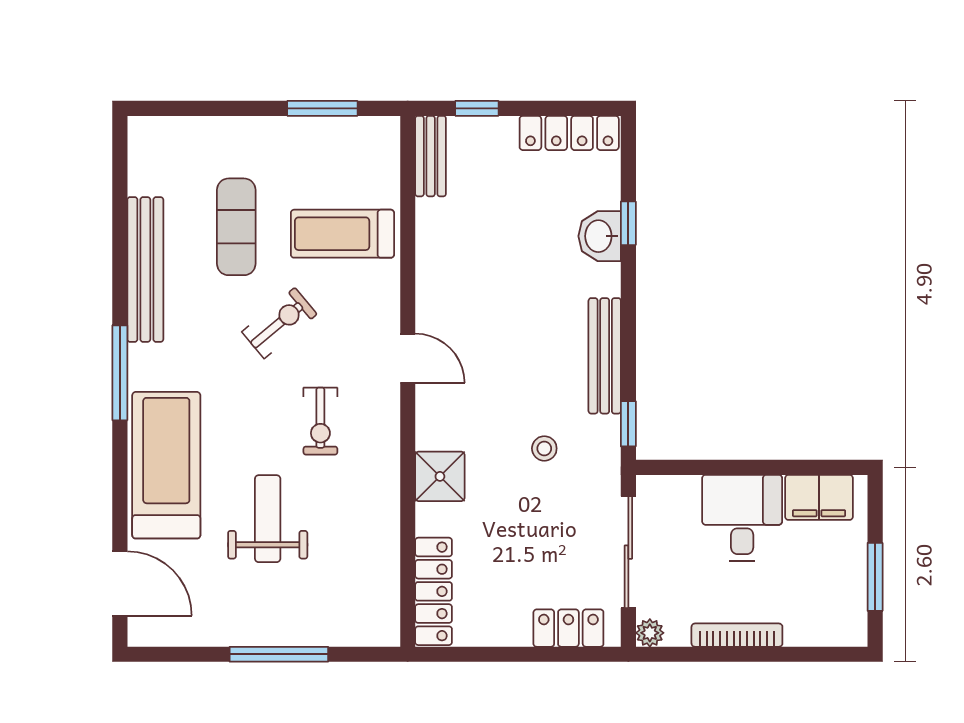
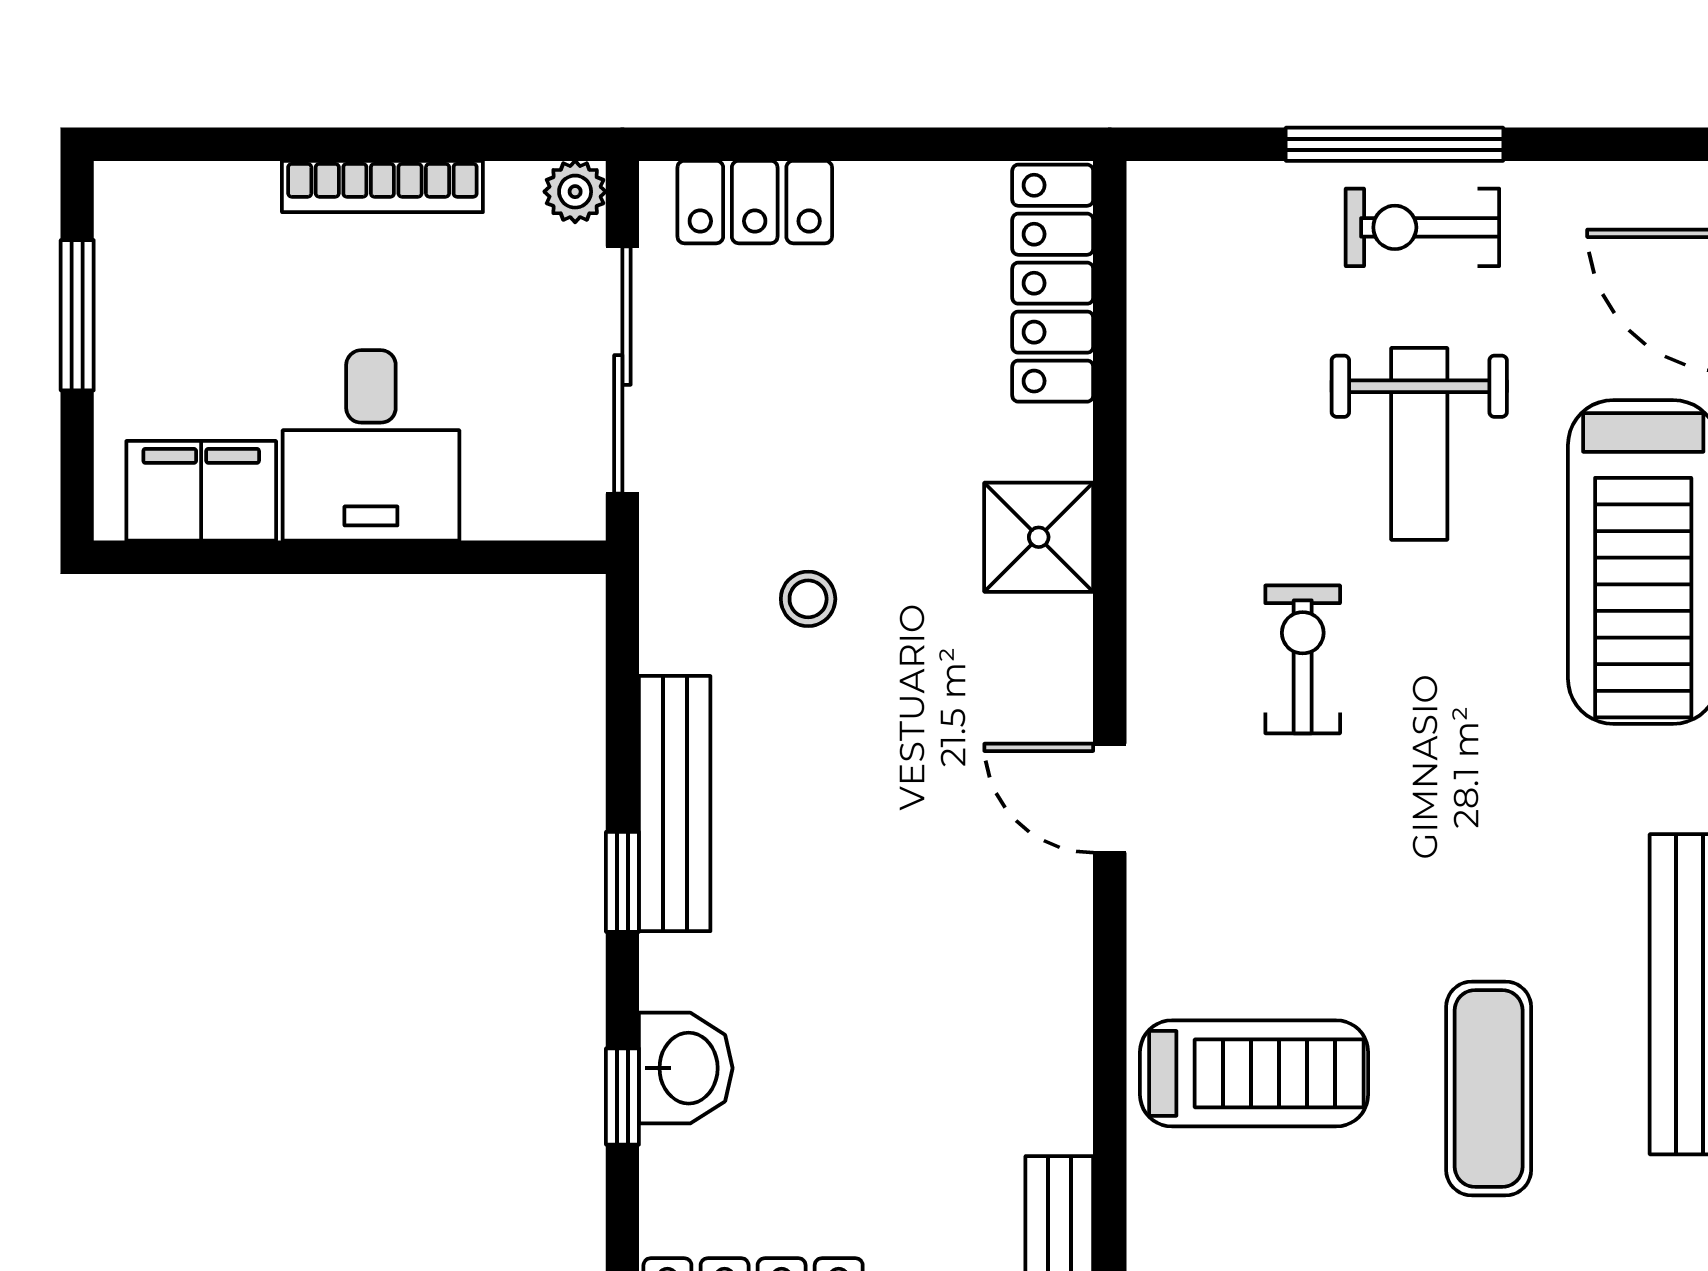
exercise bike: (279, 323) -> (1422, 227), moved, turned 40
window: (628, 424) -> (622, 882), moved

